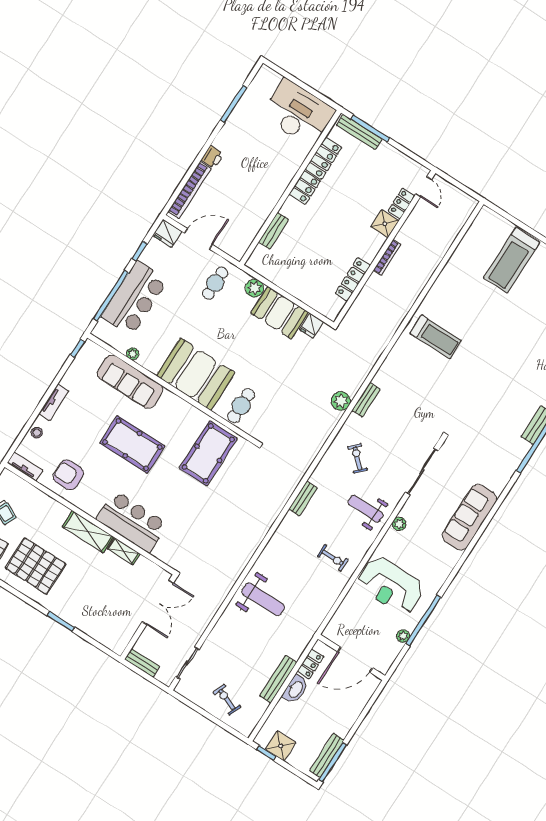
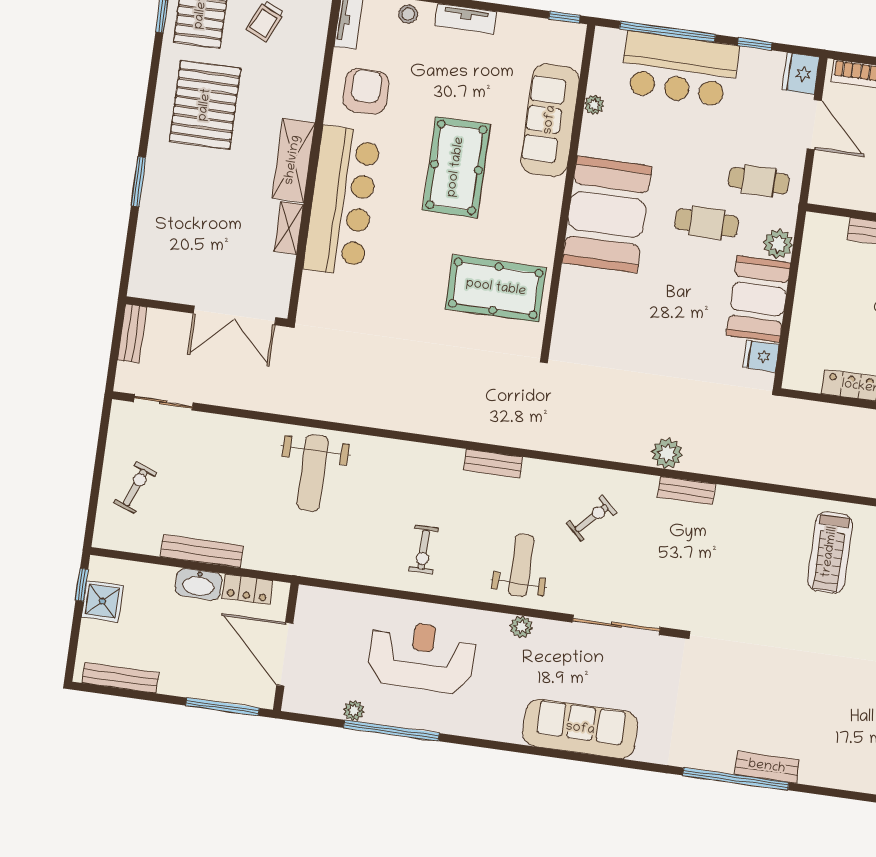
cafe table: (241, 406) -> (707, 223), moved
bar counter: (132, 522) -> (342, 201), width x1.36
reception desk: (390, 586) -> (422, 656), turned 90
window: (333, 762) -> (222, 707), moved

